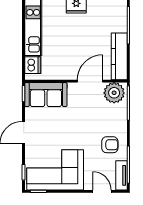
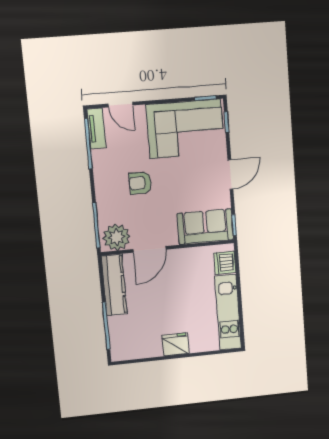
armchair: (110, 145) -> (140, 183), moved

